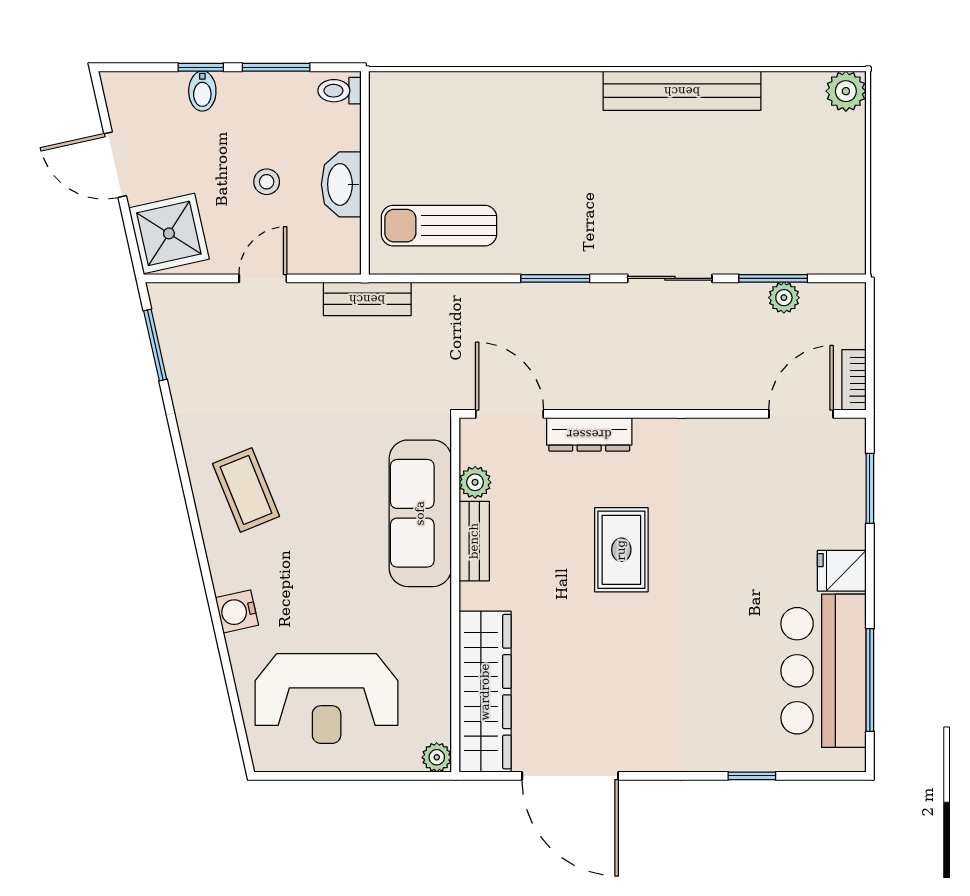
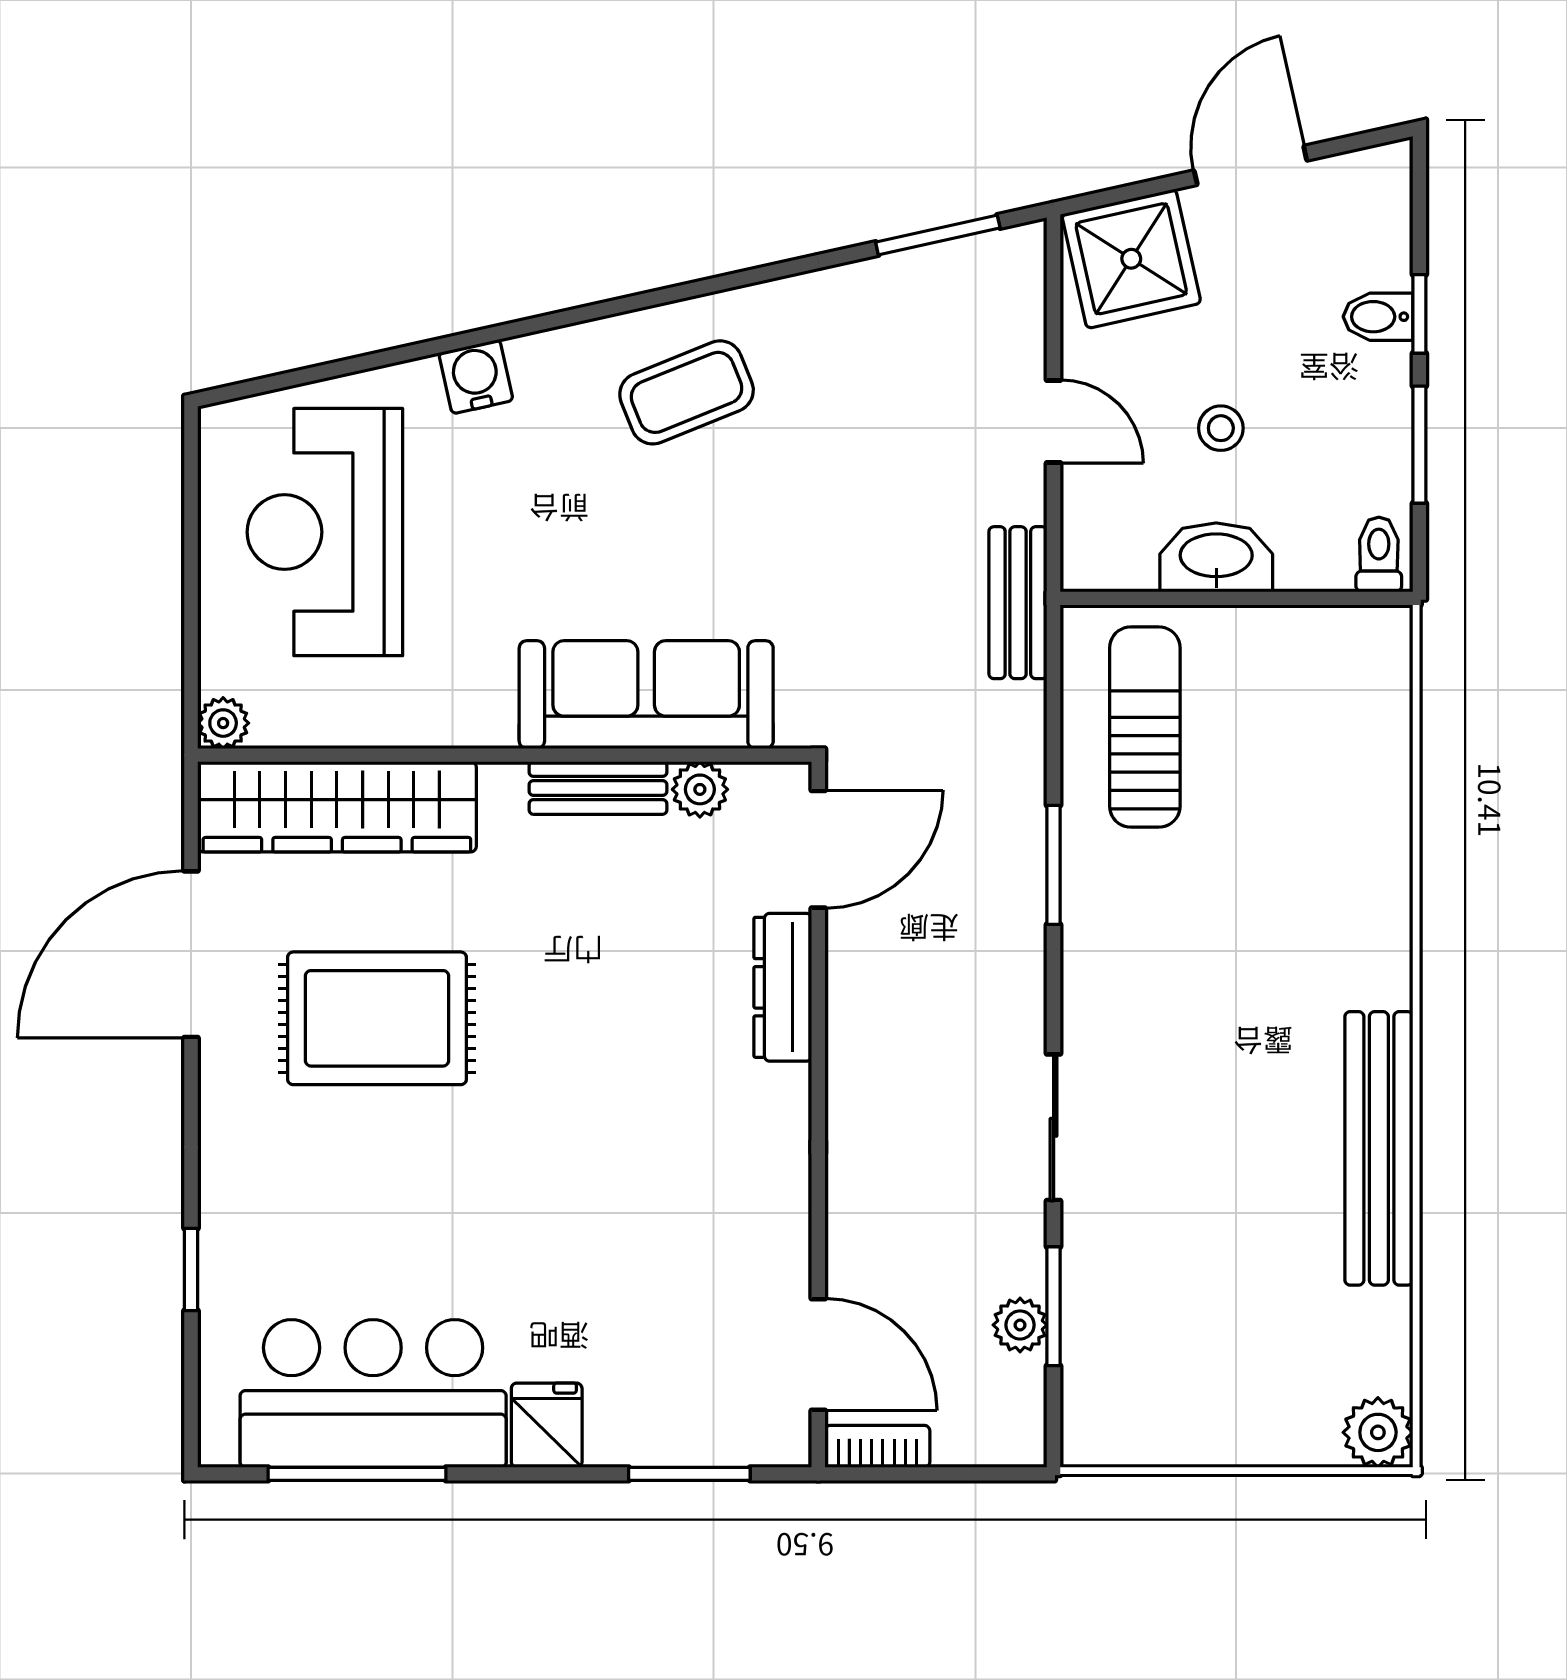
window: (555, 278) -> (1054, 865), moved
rug: (621, 550) -> (377, 1018), moved, width x1.36, depth x1.43

